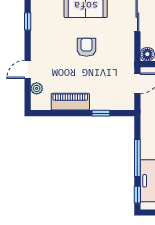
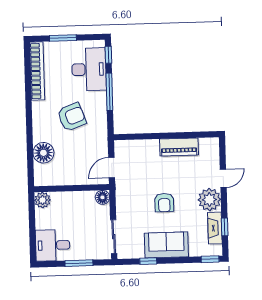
fireplace: (37, 21) -> (215, 228), added
plant: (37, 88) -> (209, 200), moved, width x1.88, depth x1.88
window: (101, 113) -> (148, 136), removed

